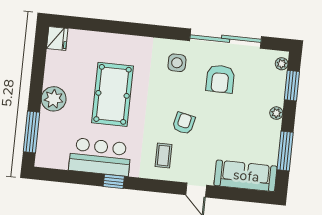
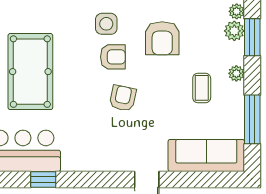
plant: (278, 79) -> (234, 31), added
armchair: (179, 90) -> (113, 57), added
coffee table: (163, 156) -> (202, 88), moved

